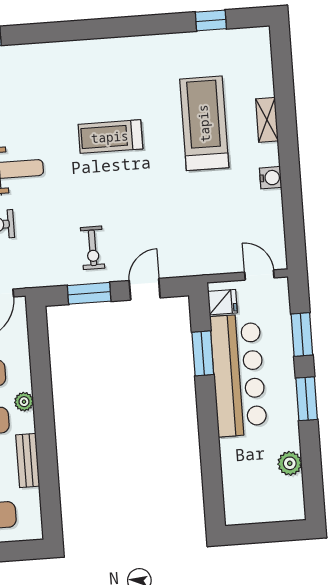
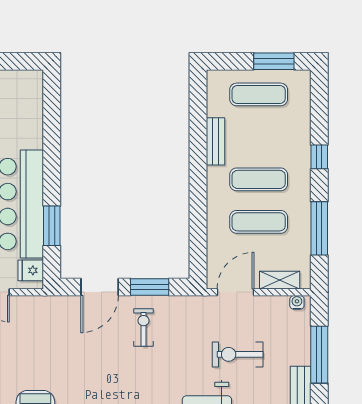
door: (145, 289) -> (100, 287), width x1.38
plant: (24, 402) -> (215, 194), removed

